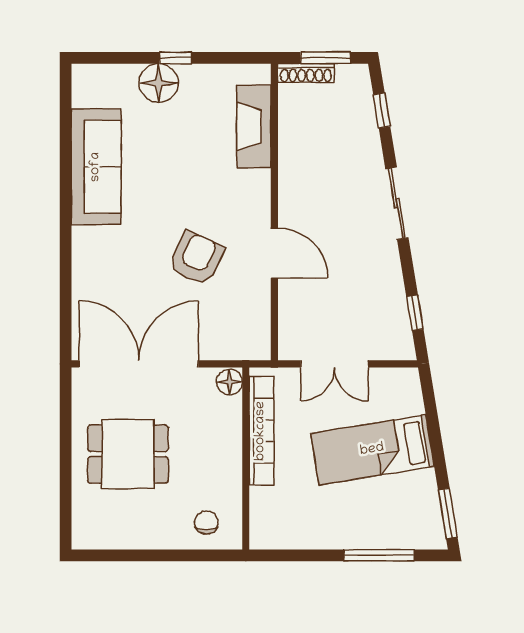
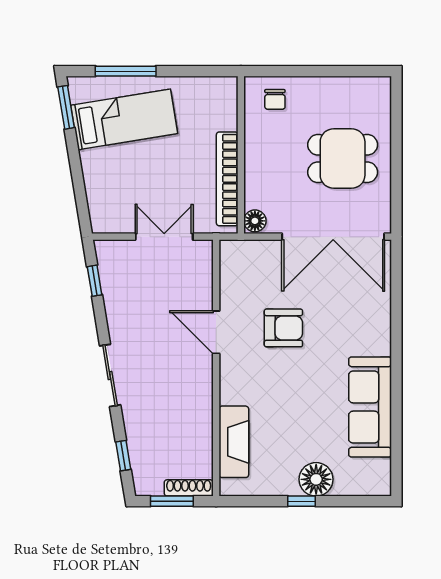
armchair: (196, 258) -> (283, 328), turned -115
bed: (372, 450) -> (124, 119), moved

